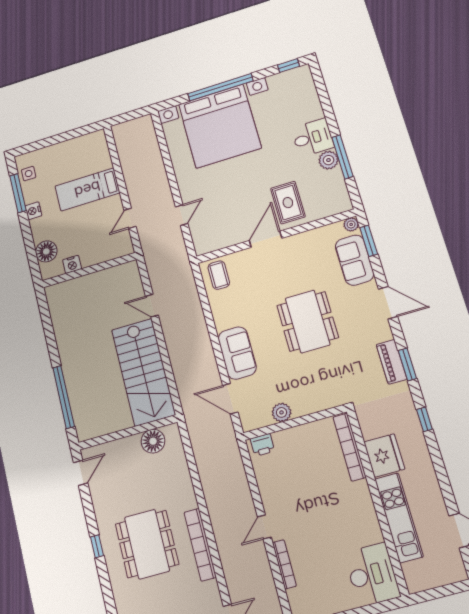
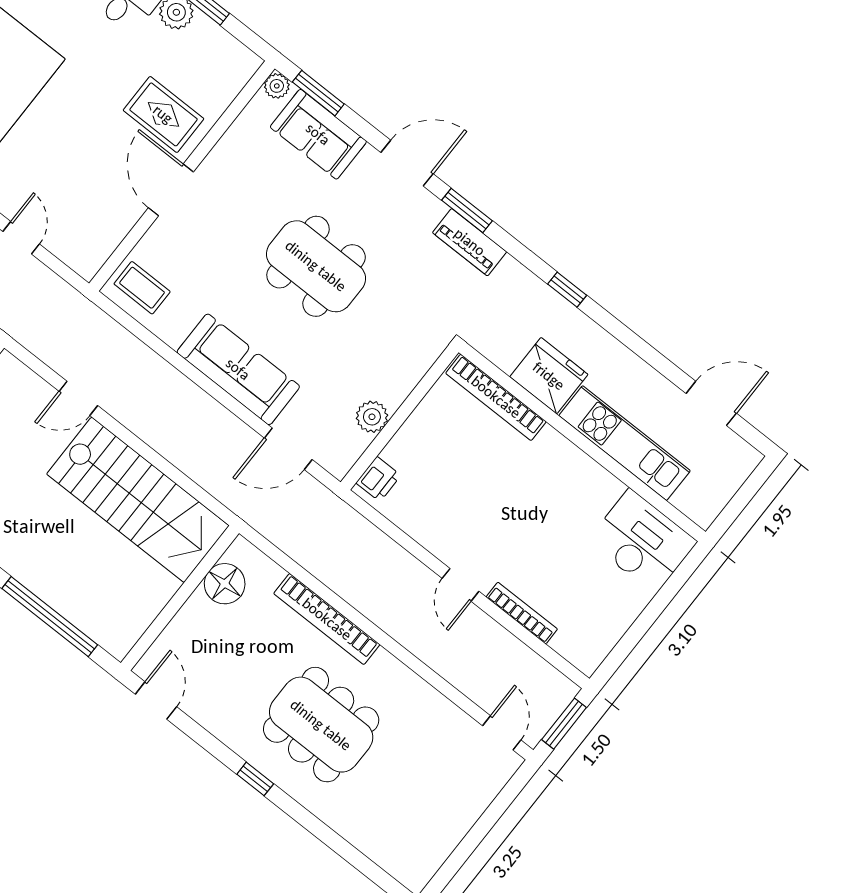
sofa: (237, 353) -> (238, 369), width x1.36
window: (407, 364) -> (467, 211), moved
bookcase: (200, 545) -> (327, 619), moved

